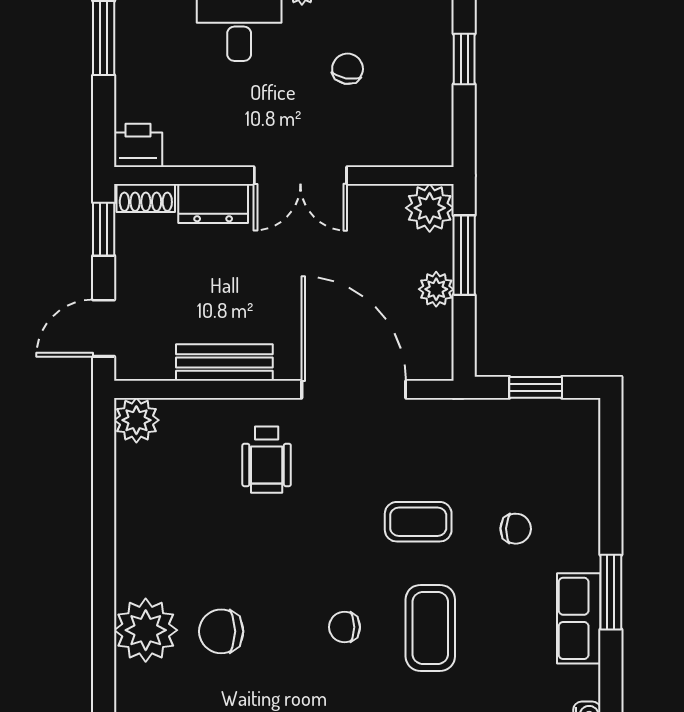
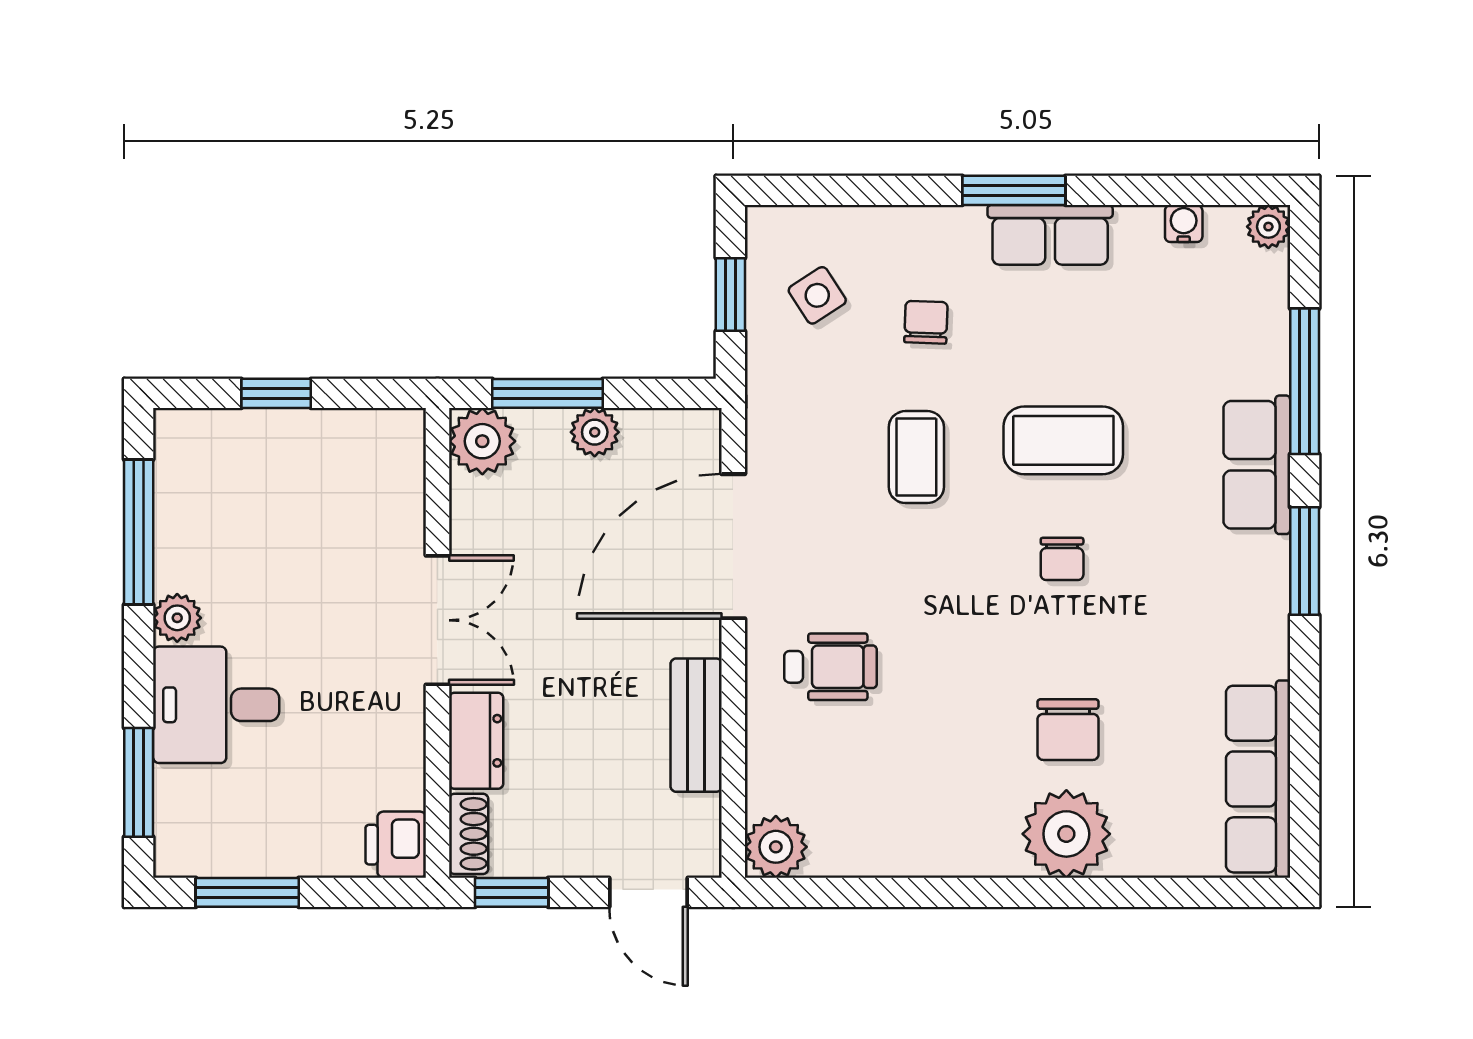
chair: (348, 69) -> (290, 555), removed
side table: (535, 450) -> (817, 295), added

